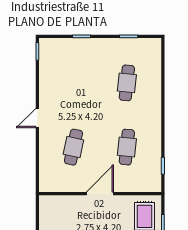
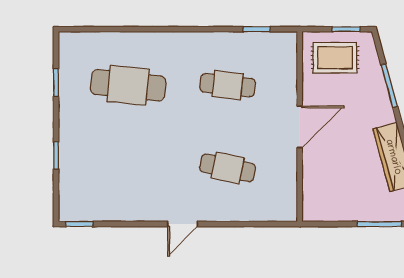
cafe table: (127, 83) -> (128, 85), width x1.37, depth x1.35
door: (37, 118) -> (183, 224), hinge flipped
door: (100, 194) -> (300, 127), swing flipped

